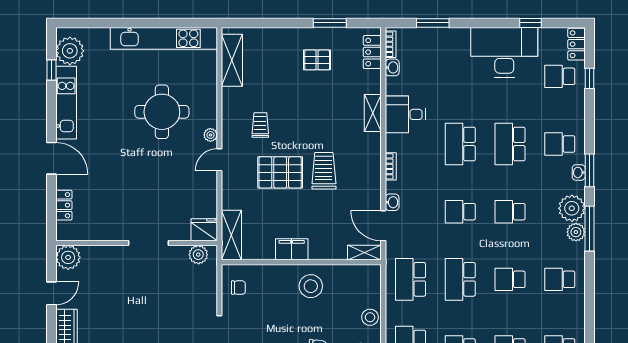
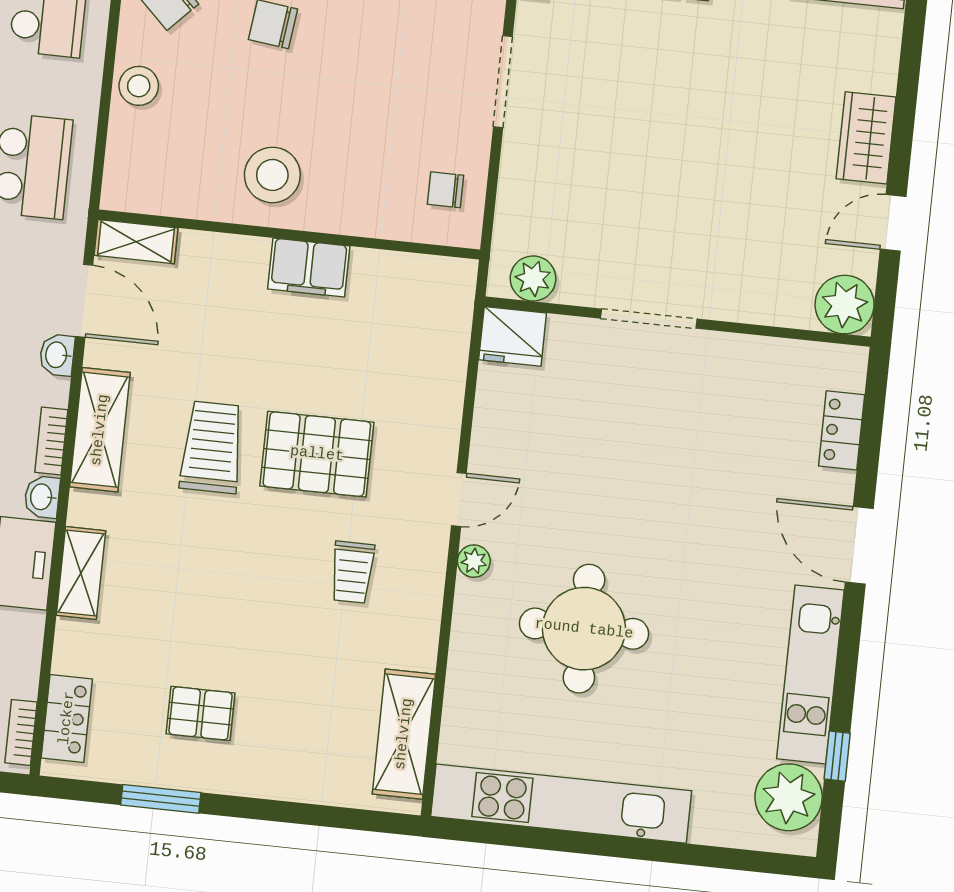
washbasin: (392, 67) -> (42, 497), moved
trolley: (324, 171) -> (212, 447), turned 180
shelving: (231, 235) -> (100, 430), moved

